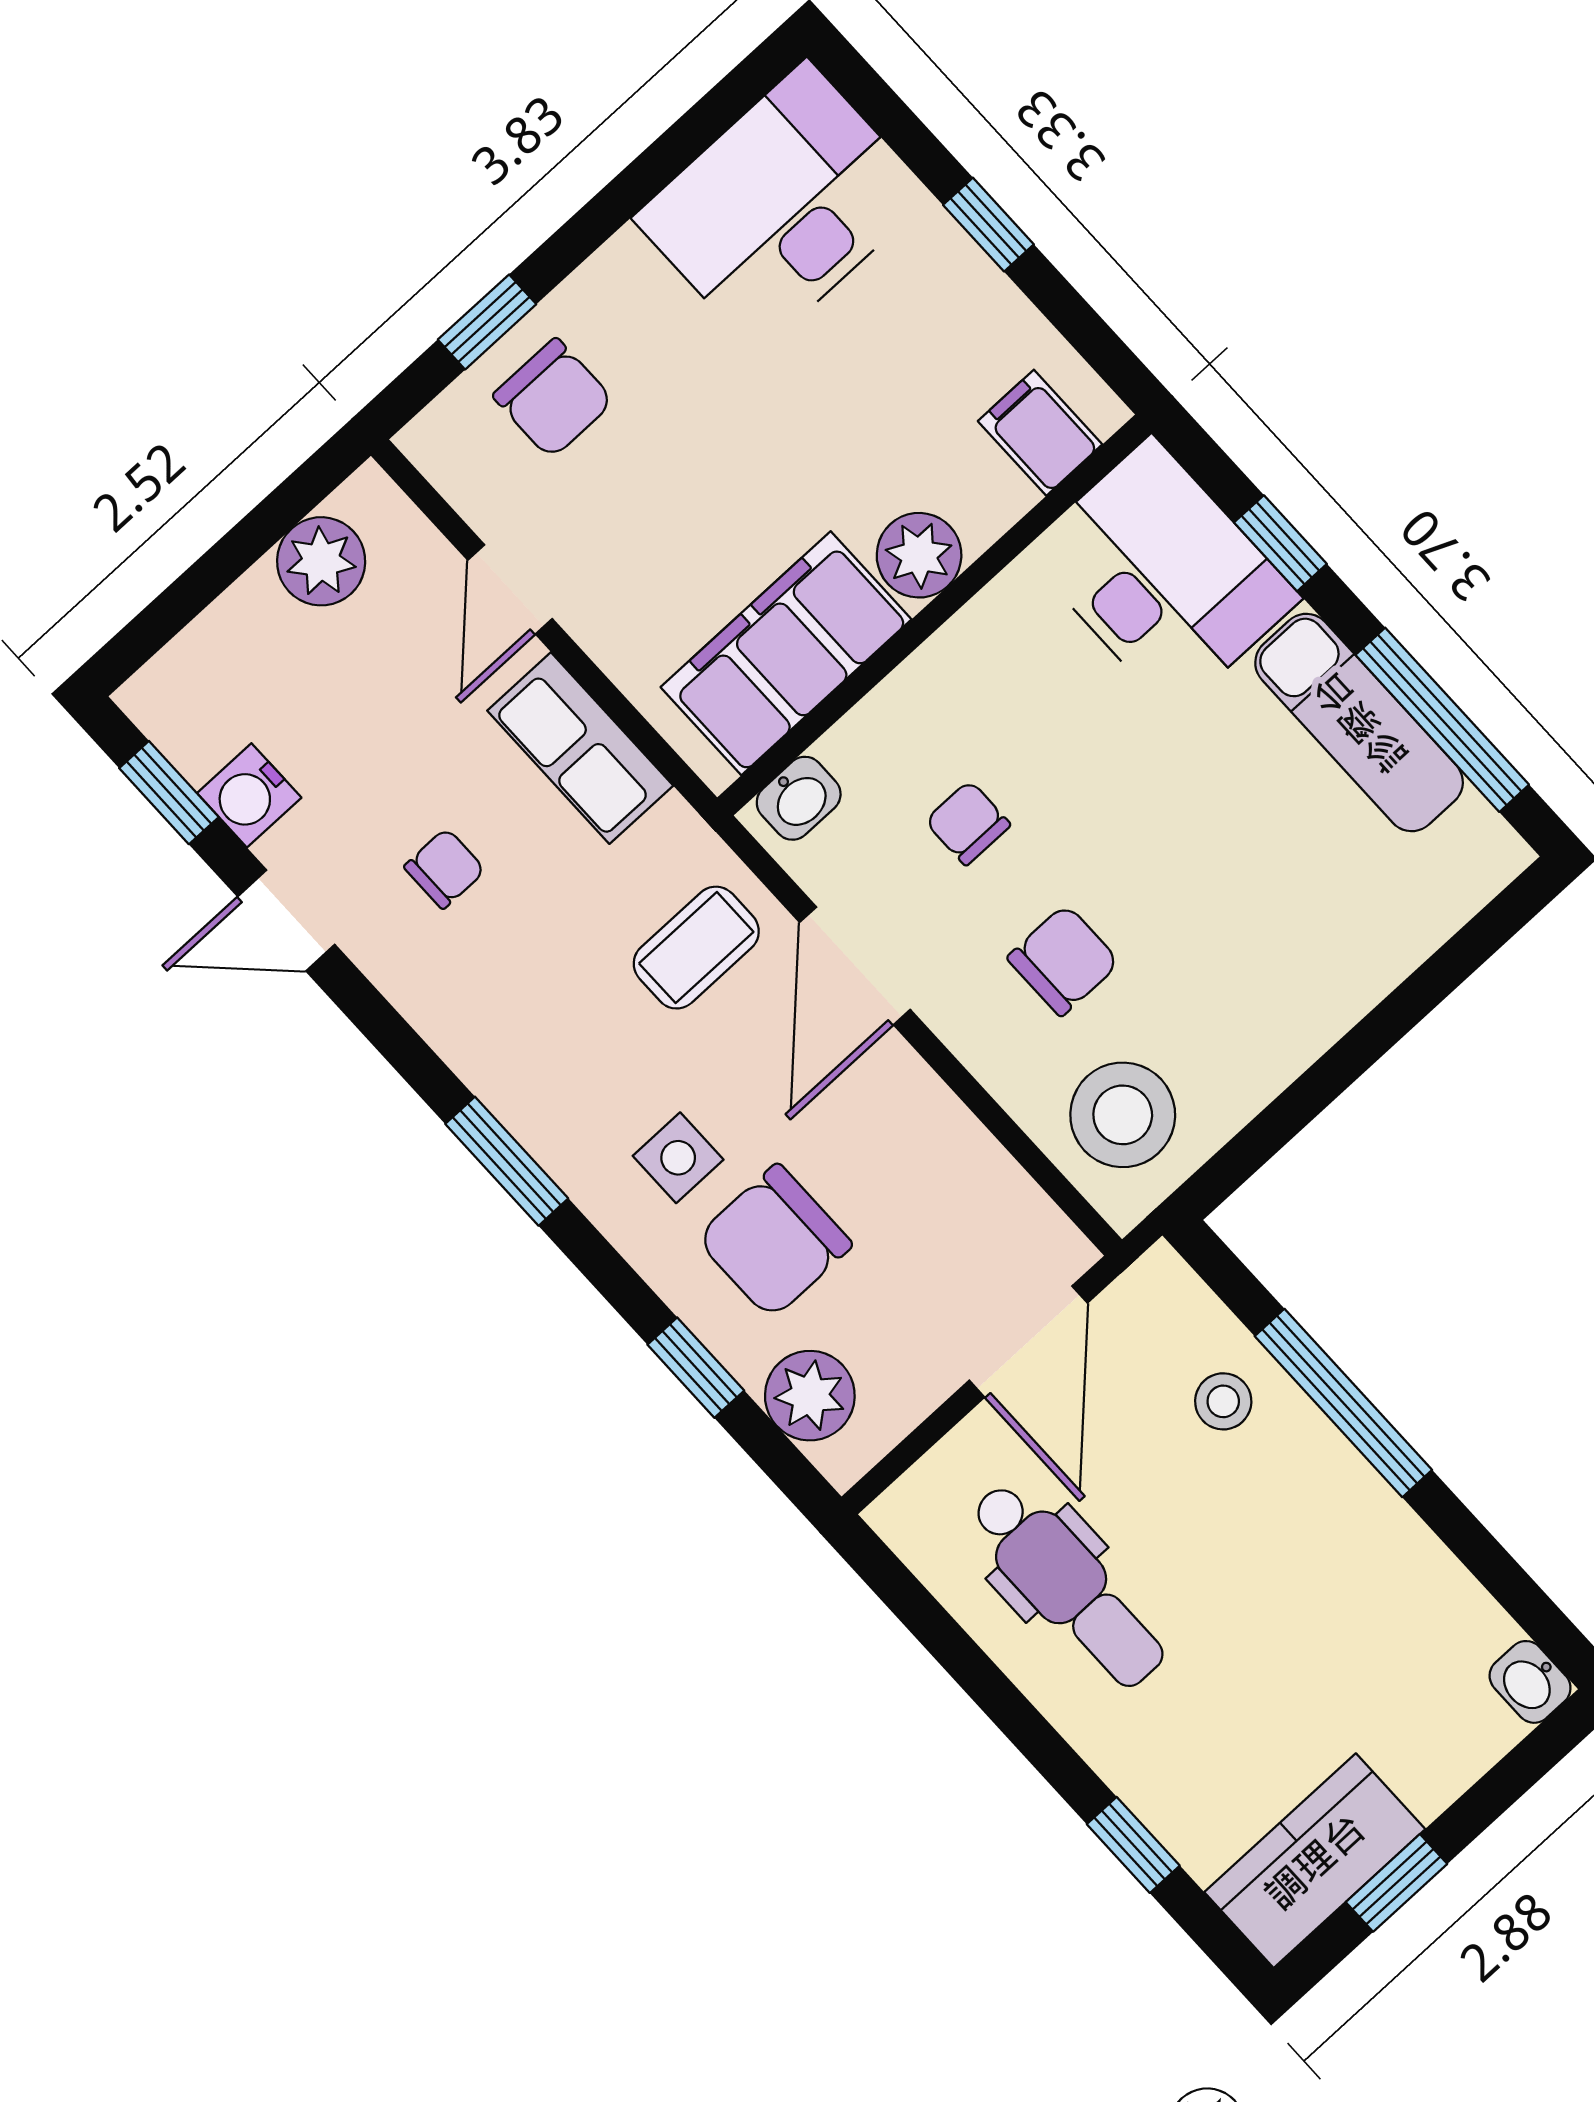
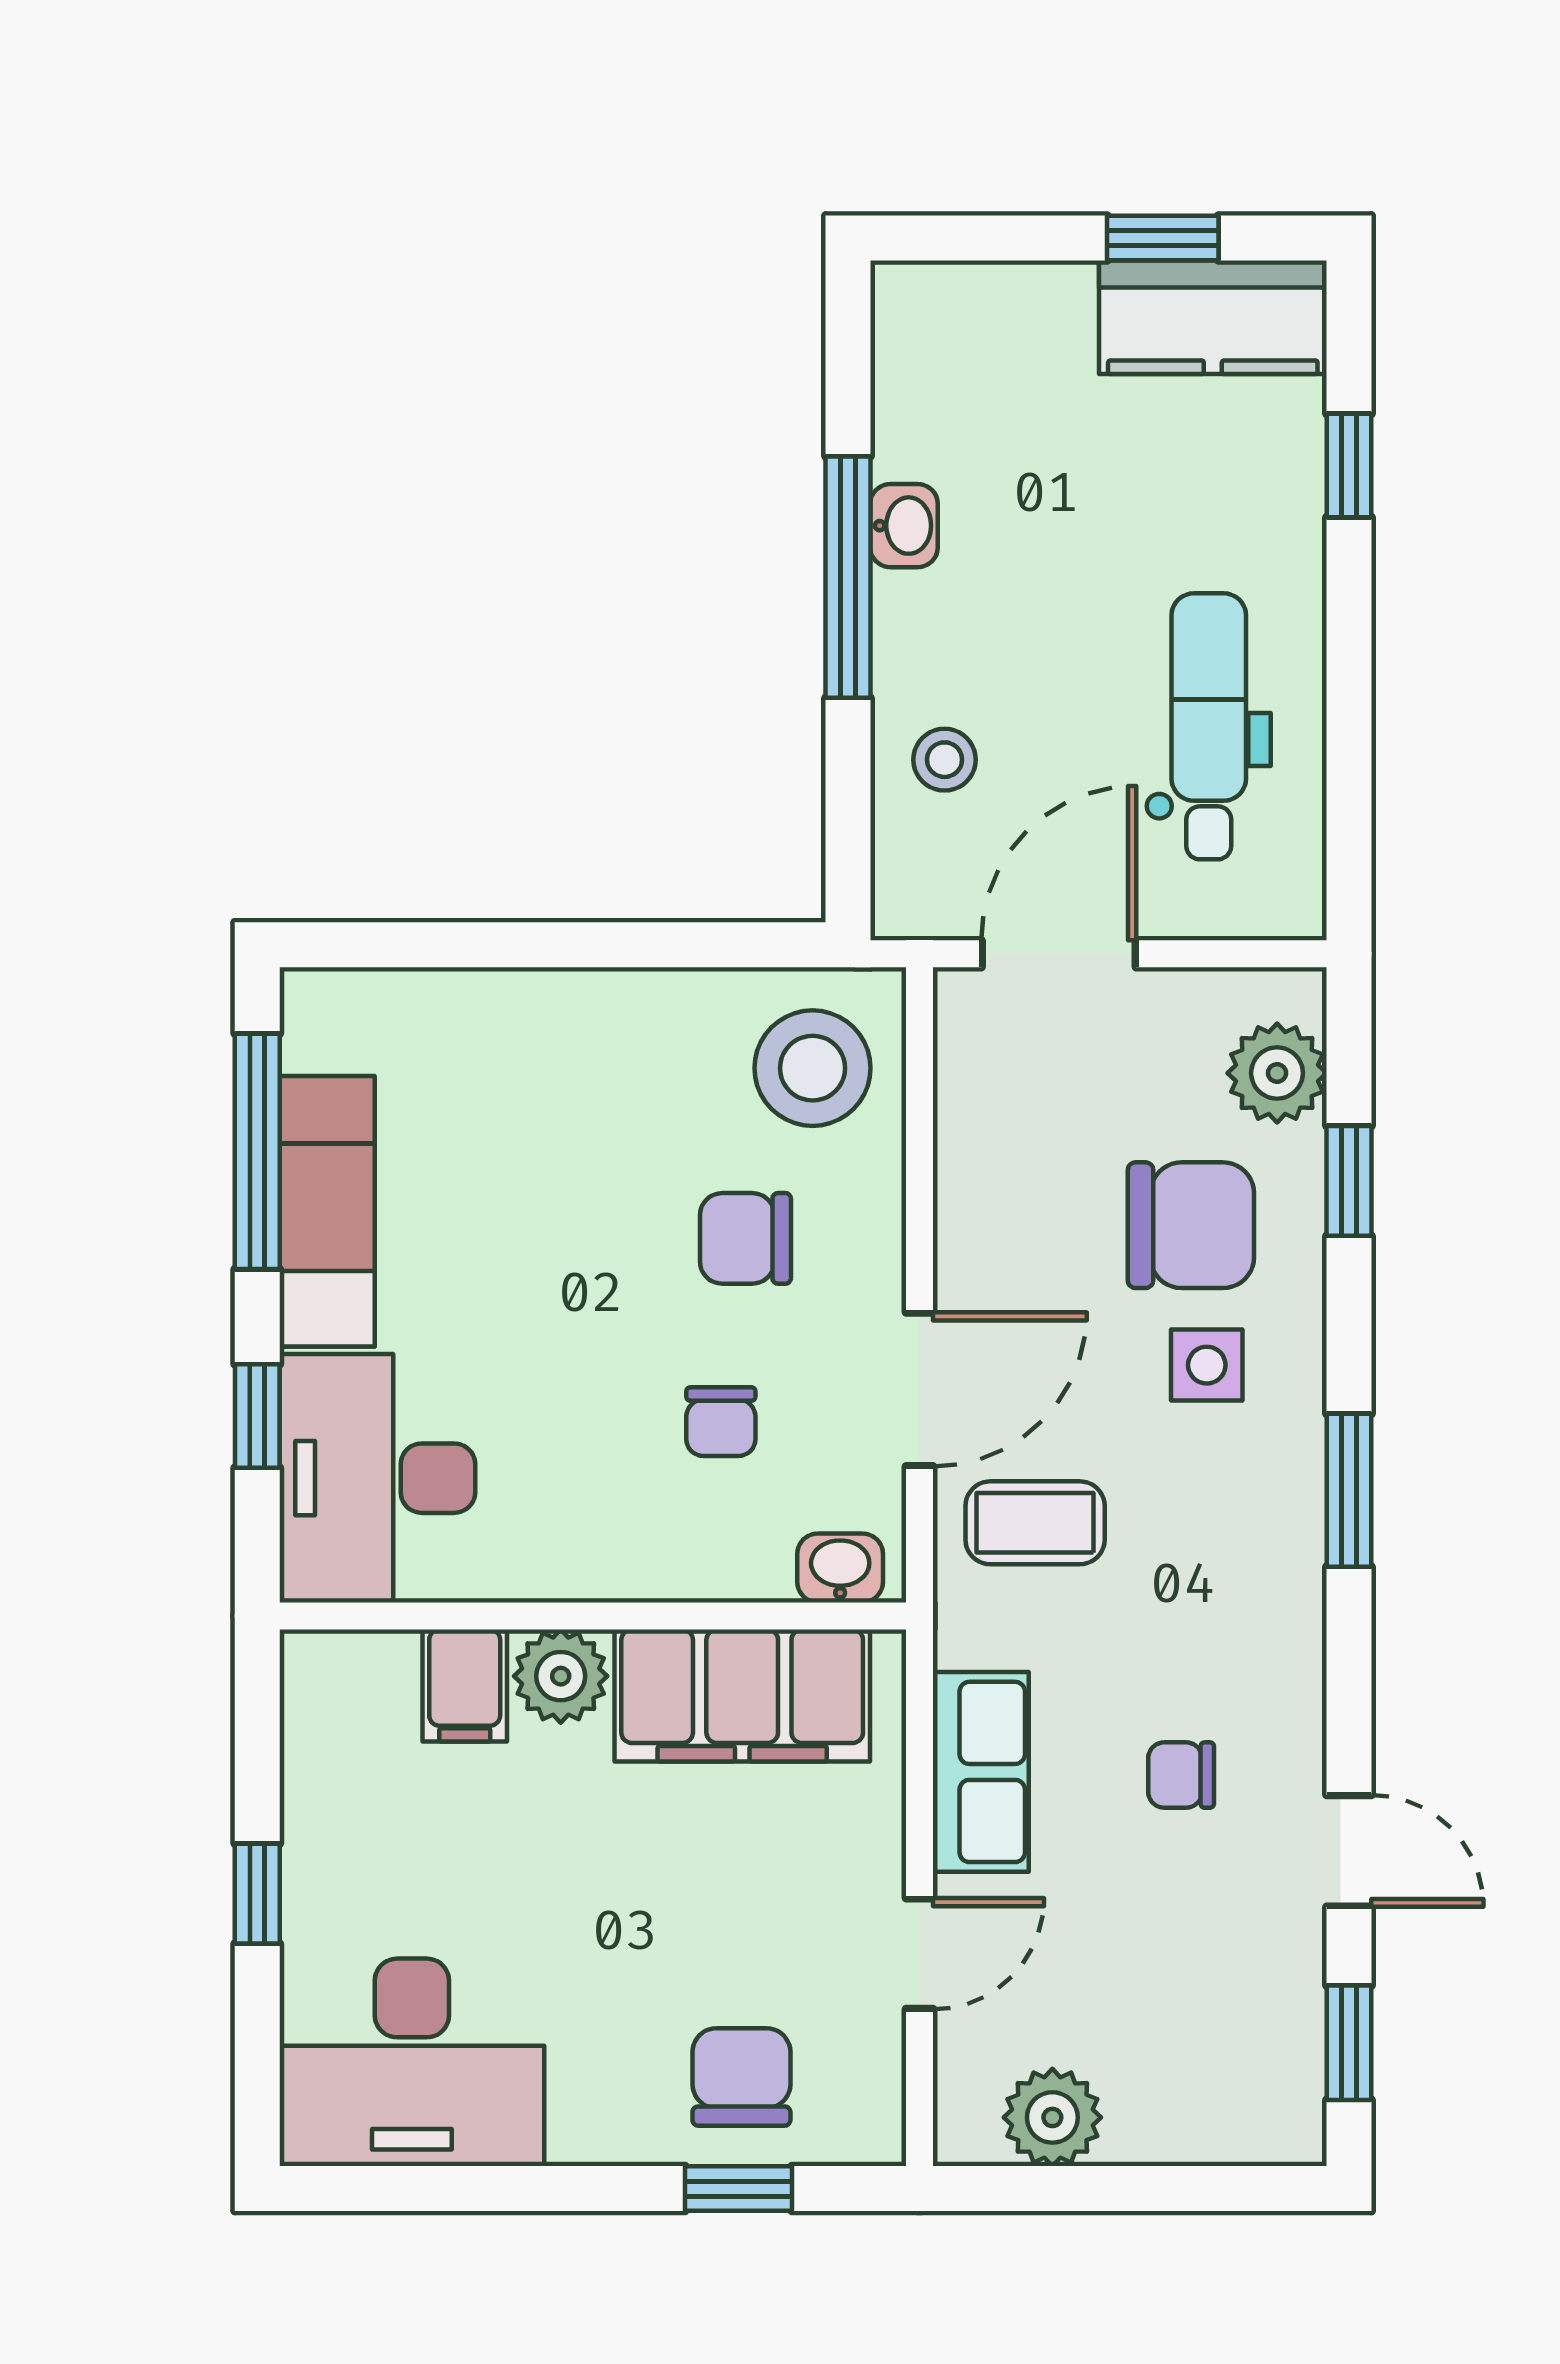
filing cabinet: (1040, 433) -> (465, 1685), moved
water cooler: (249, 795) -> (1286, 1981), removed
window: (1343, 1403) -> (848, 577), moved
washbasin: (1530, 1682) -> (904, 526), moved

